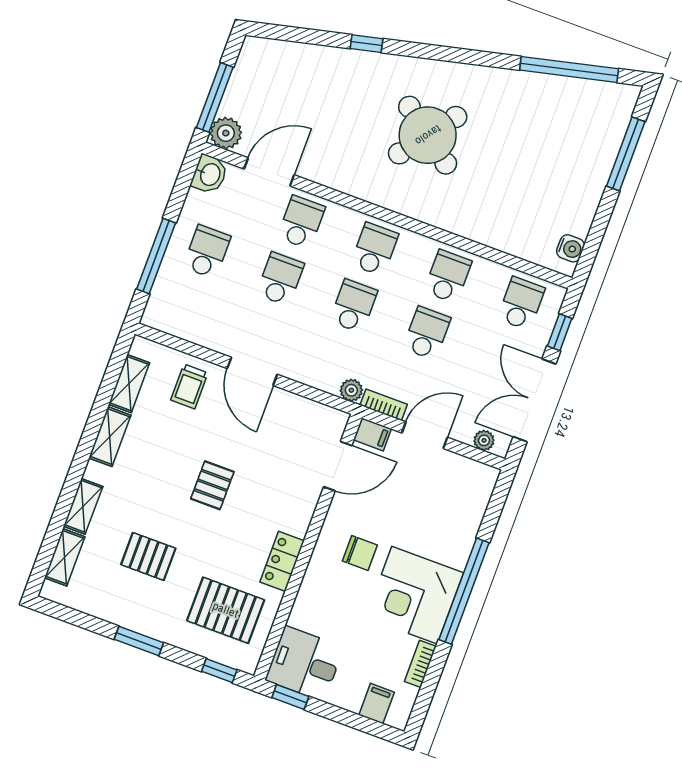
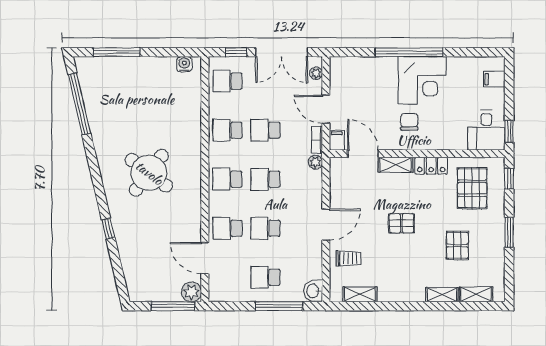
washbasin: (209, 174) -> (313, 291), moved, turned -90
shelving: (110, 437) -> (396, 165), moved
bookcase: (420, 664) -> (461, 62), removed

